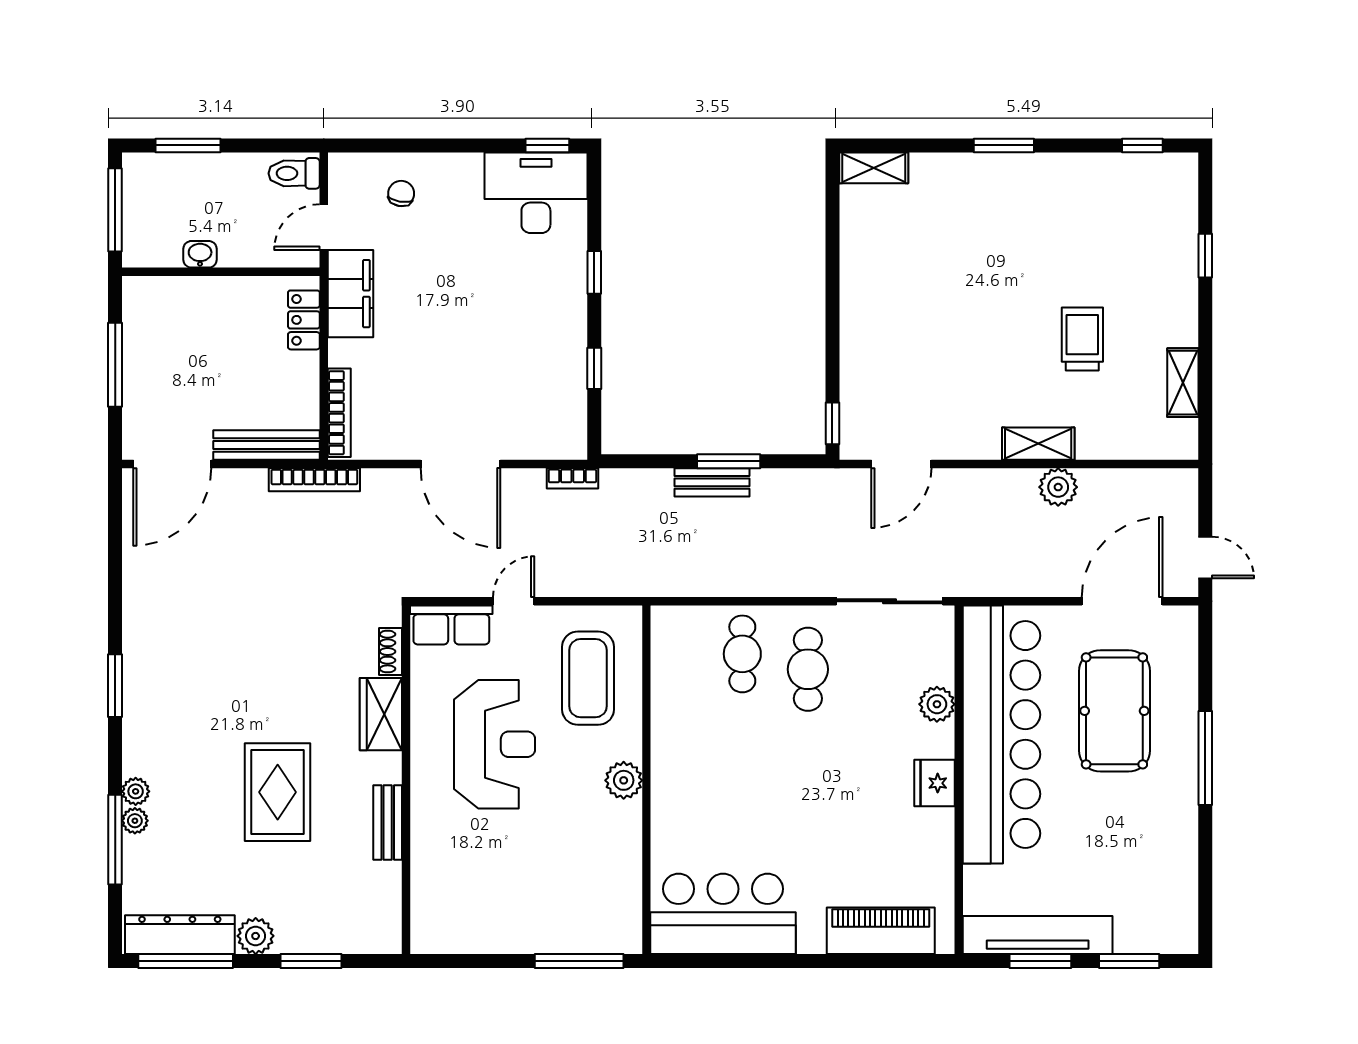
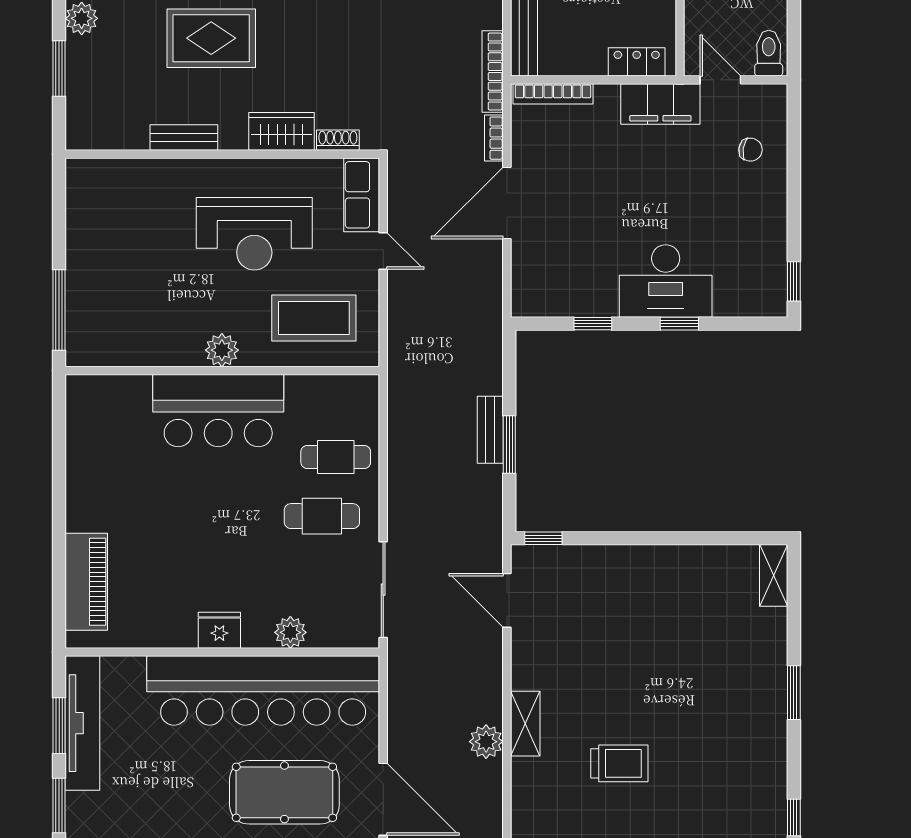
desk: (536, 193) -> (666, 281), moved, turned 90
bookcase: (572, 478) -> (494, 138), moved
bar counter: (723, 914) -> (218, 411), moved, turned 90

